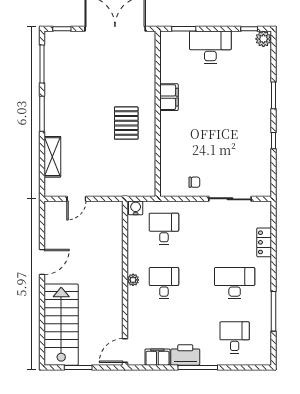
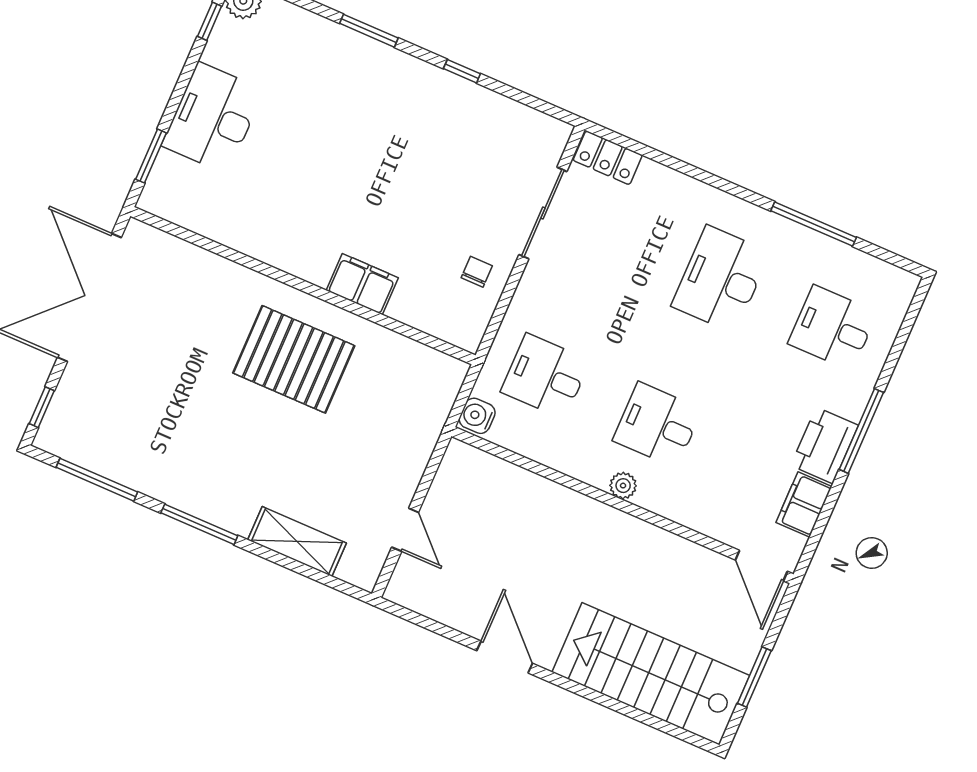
filing cabinet: (169, 97) -> (362, 284), moved
pallet: (126, 123) -> (294, 359), width x1.37, depth x1.41
locker: (264, 242) -> (608, 158), moved

